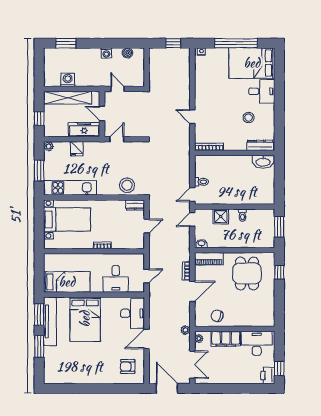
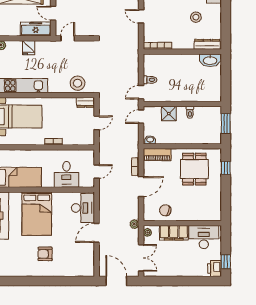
armchair: (128, 367) -> (45, 254), moved

